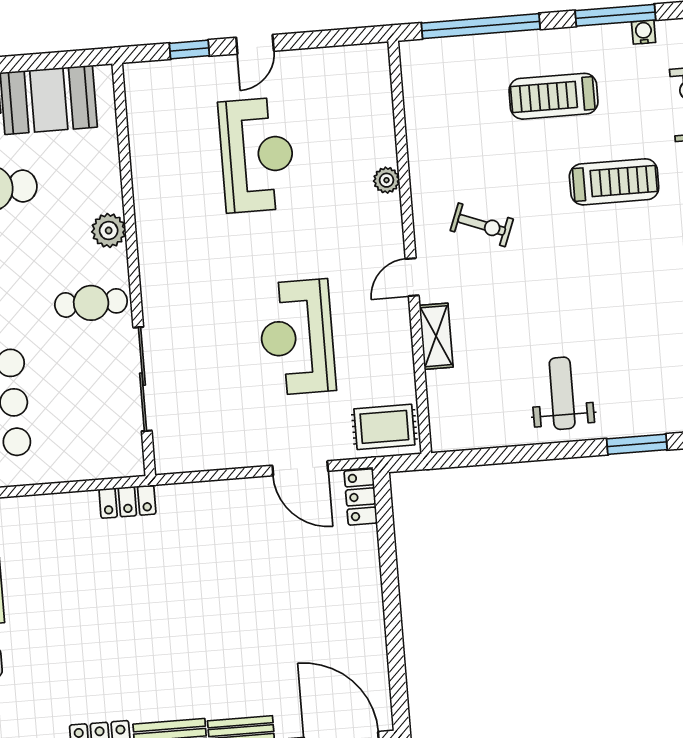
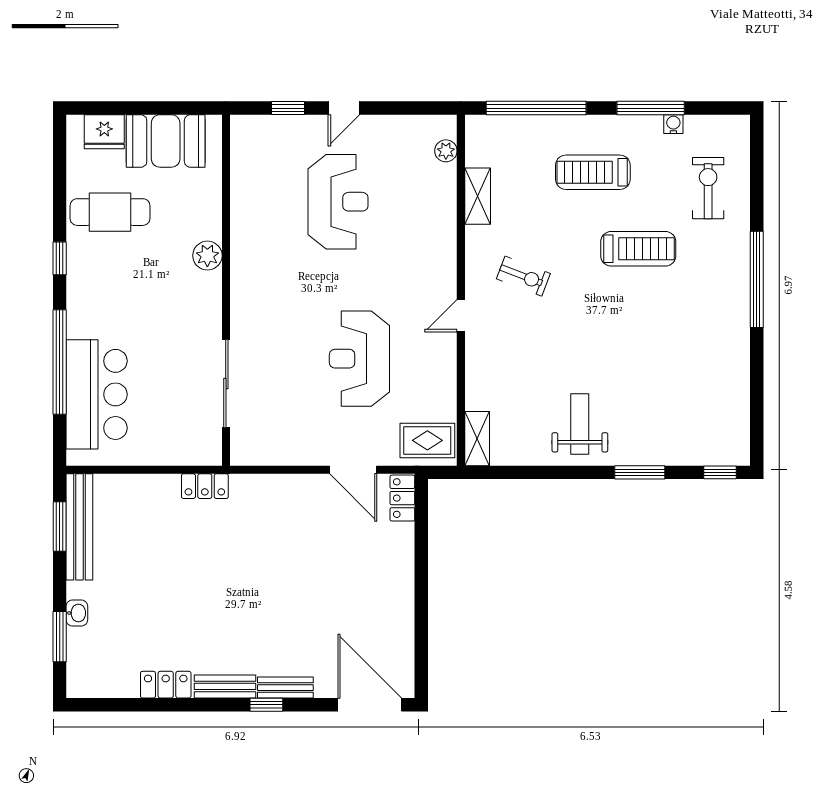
shelving: (420, 135) -> (478, 196), added
plant: (387, 180) -> (446, 151), moved
cafe table: (91, 303) -> (188, 316), removed
shelving: (436, 336) -> (477, 439), moved

